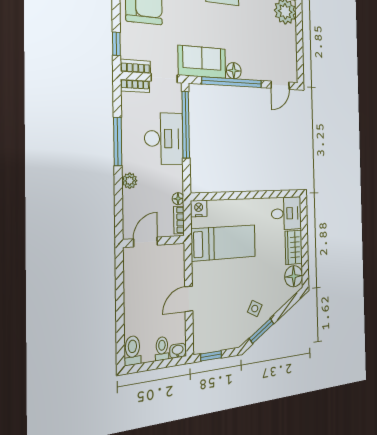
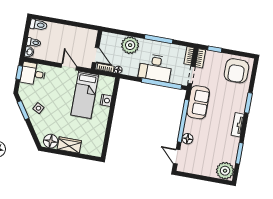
floor lamp: (234, 71) -> (188, 139), moved
plant: (130, 181) -> (130, 45), width x1.88, depth x1.88
nightstand: (199, 209) -> (106, 100), moved
desk: (286, 213) -> (33, 74), moved, turned 90
door: (146, 242) -> (96, 55), moved
door: (189, 299) -> (69, 67), moved

